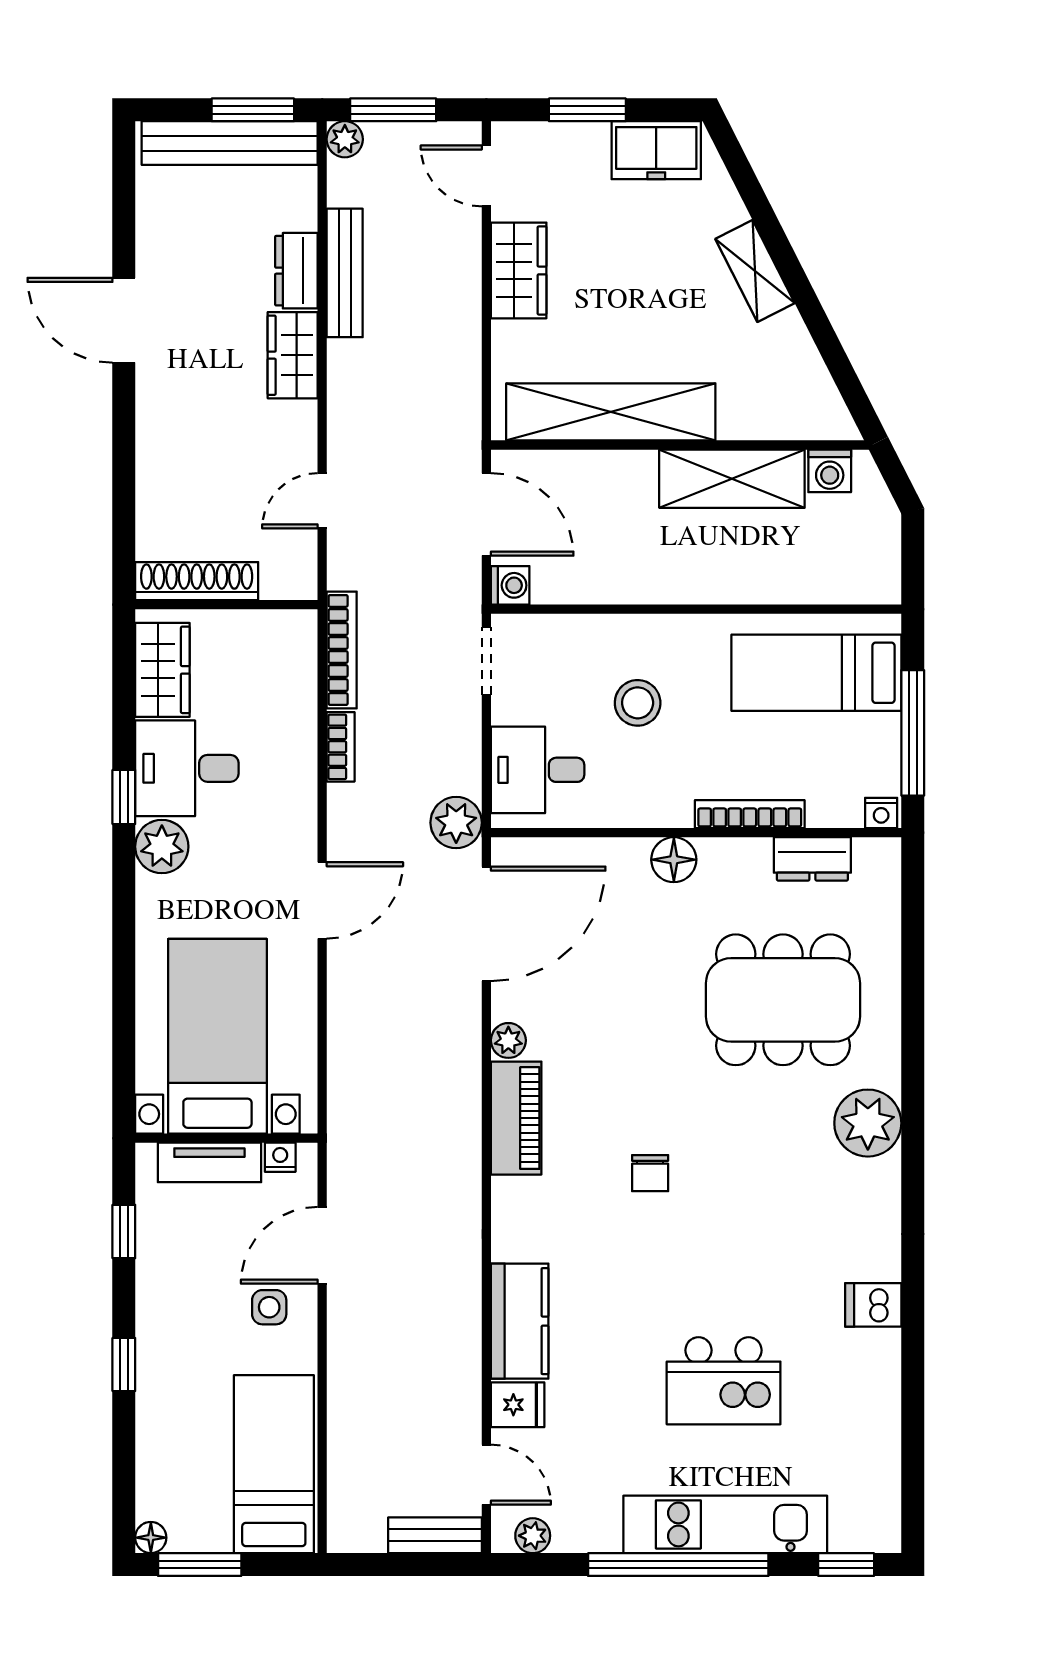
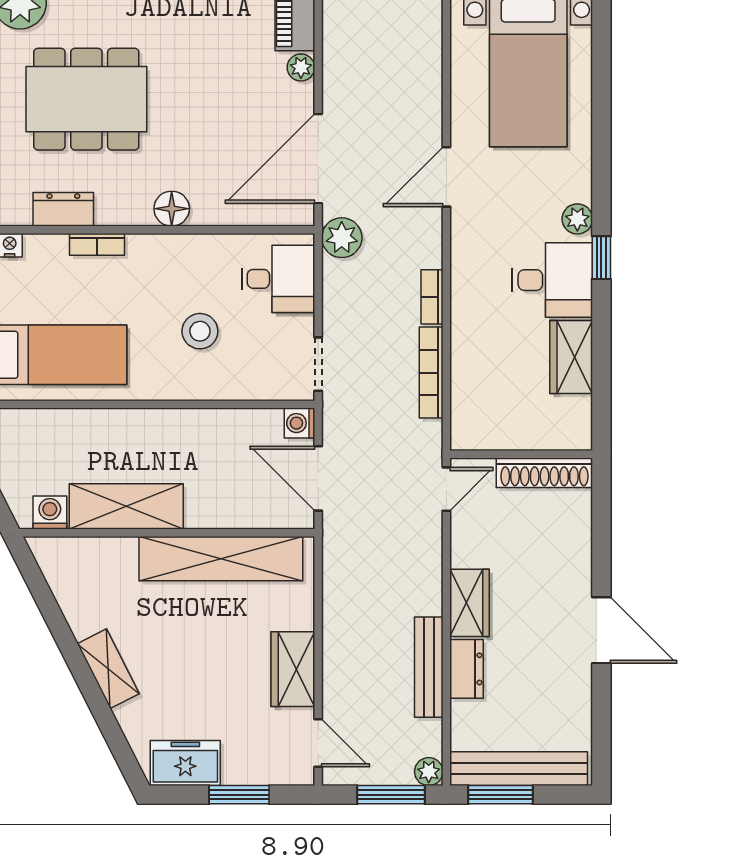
shoe rack: (197, 581) -> (544, 473), moved
wall: (226, 605) -> (521, 454), moved
bookcase: (750, 814) -> (97, 244), width x0.64
plant: (162, 847) -> (577, 219), width x0.73, depth x0.73

